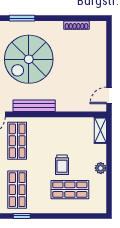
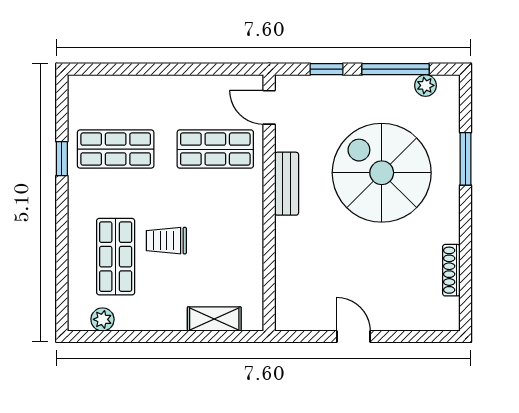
door: (109, 95) -> (353, 336), moved
bench: (34, 106) -> (287, 184), width x0.73
shelving: (100, 130) -> (214, 319), moved
plant: (101, 168) -> (102, 319), moved

